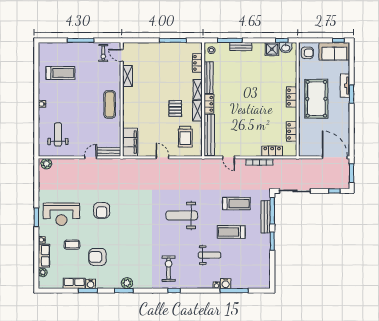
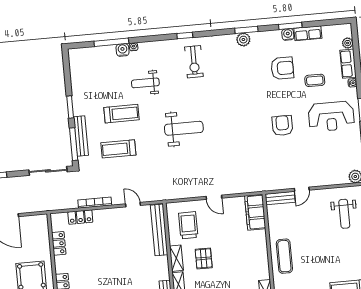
locker: (209, 104) -> (163, 268), removed
reception desk: (61, 214) -> (331, 116), turned 180

